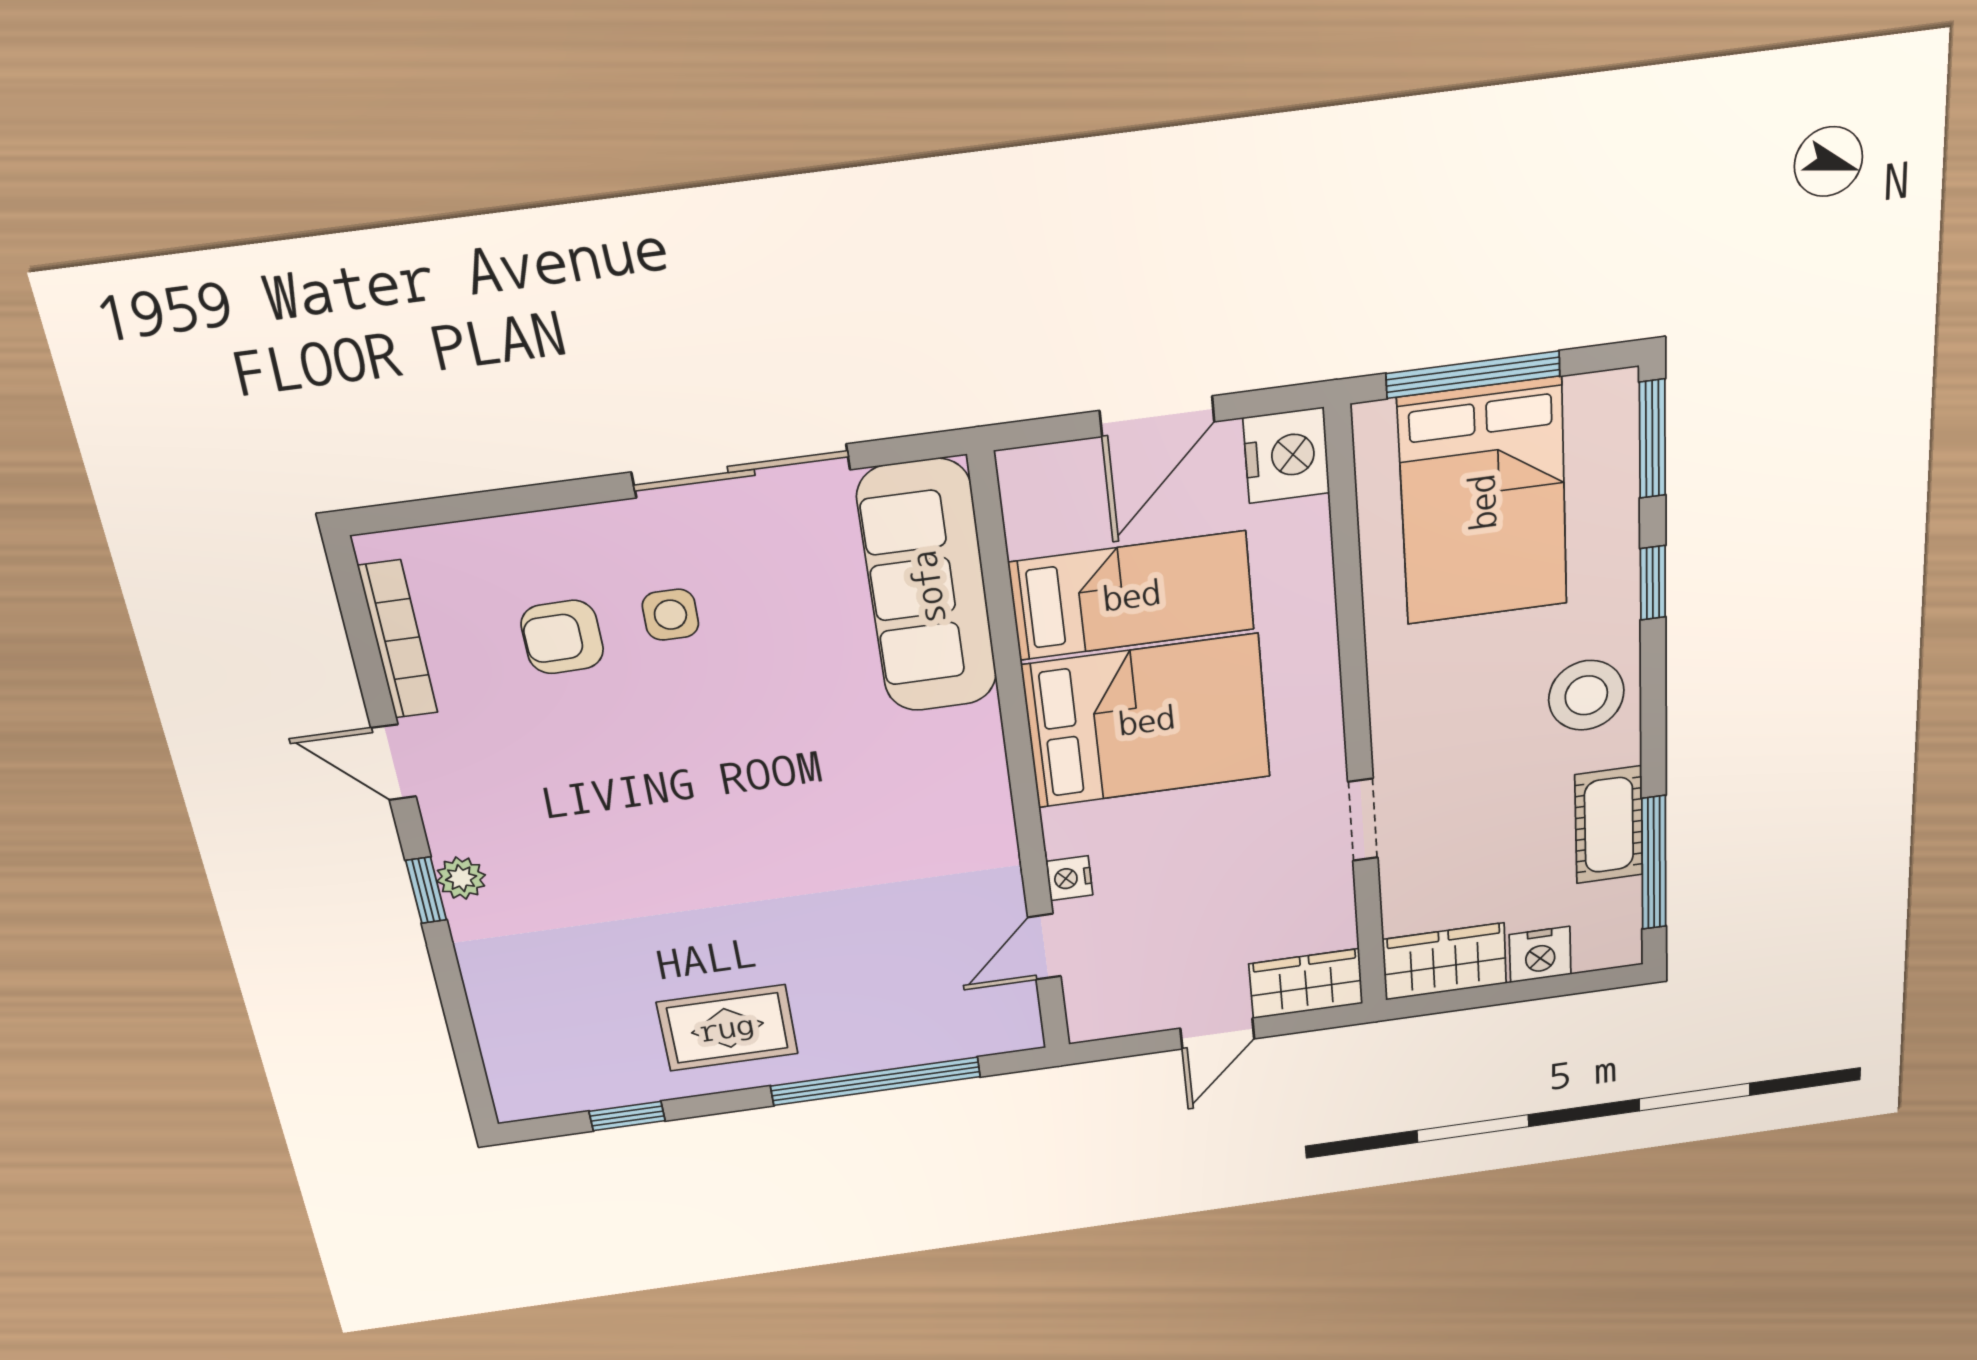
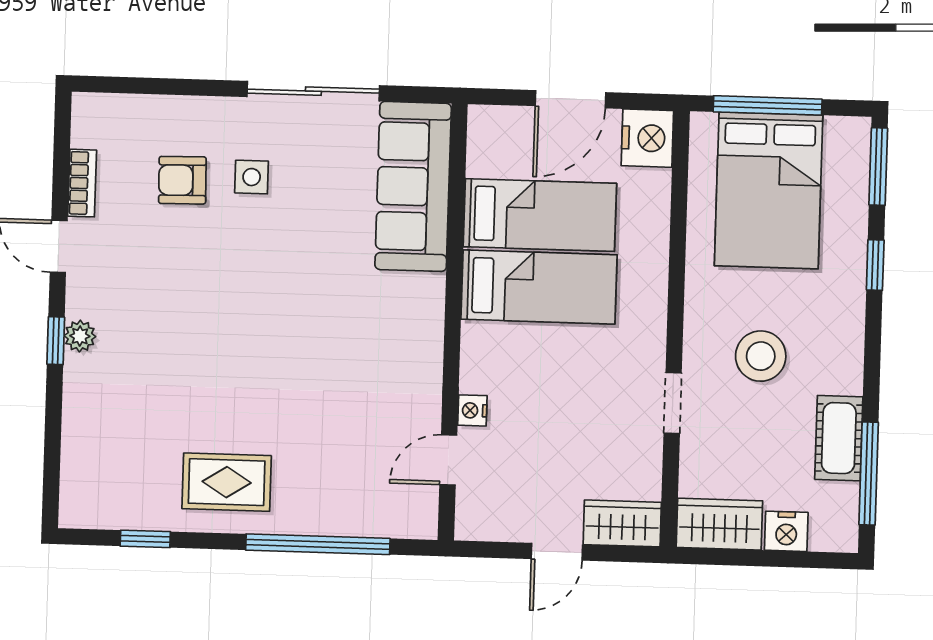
bookcase: (398, 640) -> (82, 183), width x0.64
stool: (1586, 695) -> (761, 356), moved
bed: (1147, 721) -> (539, 287), width x0.67

